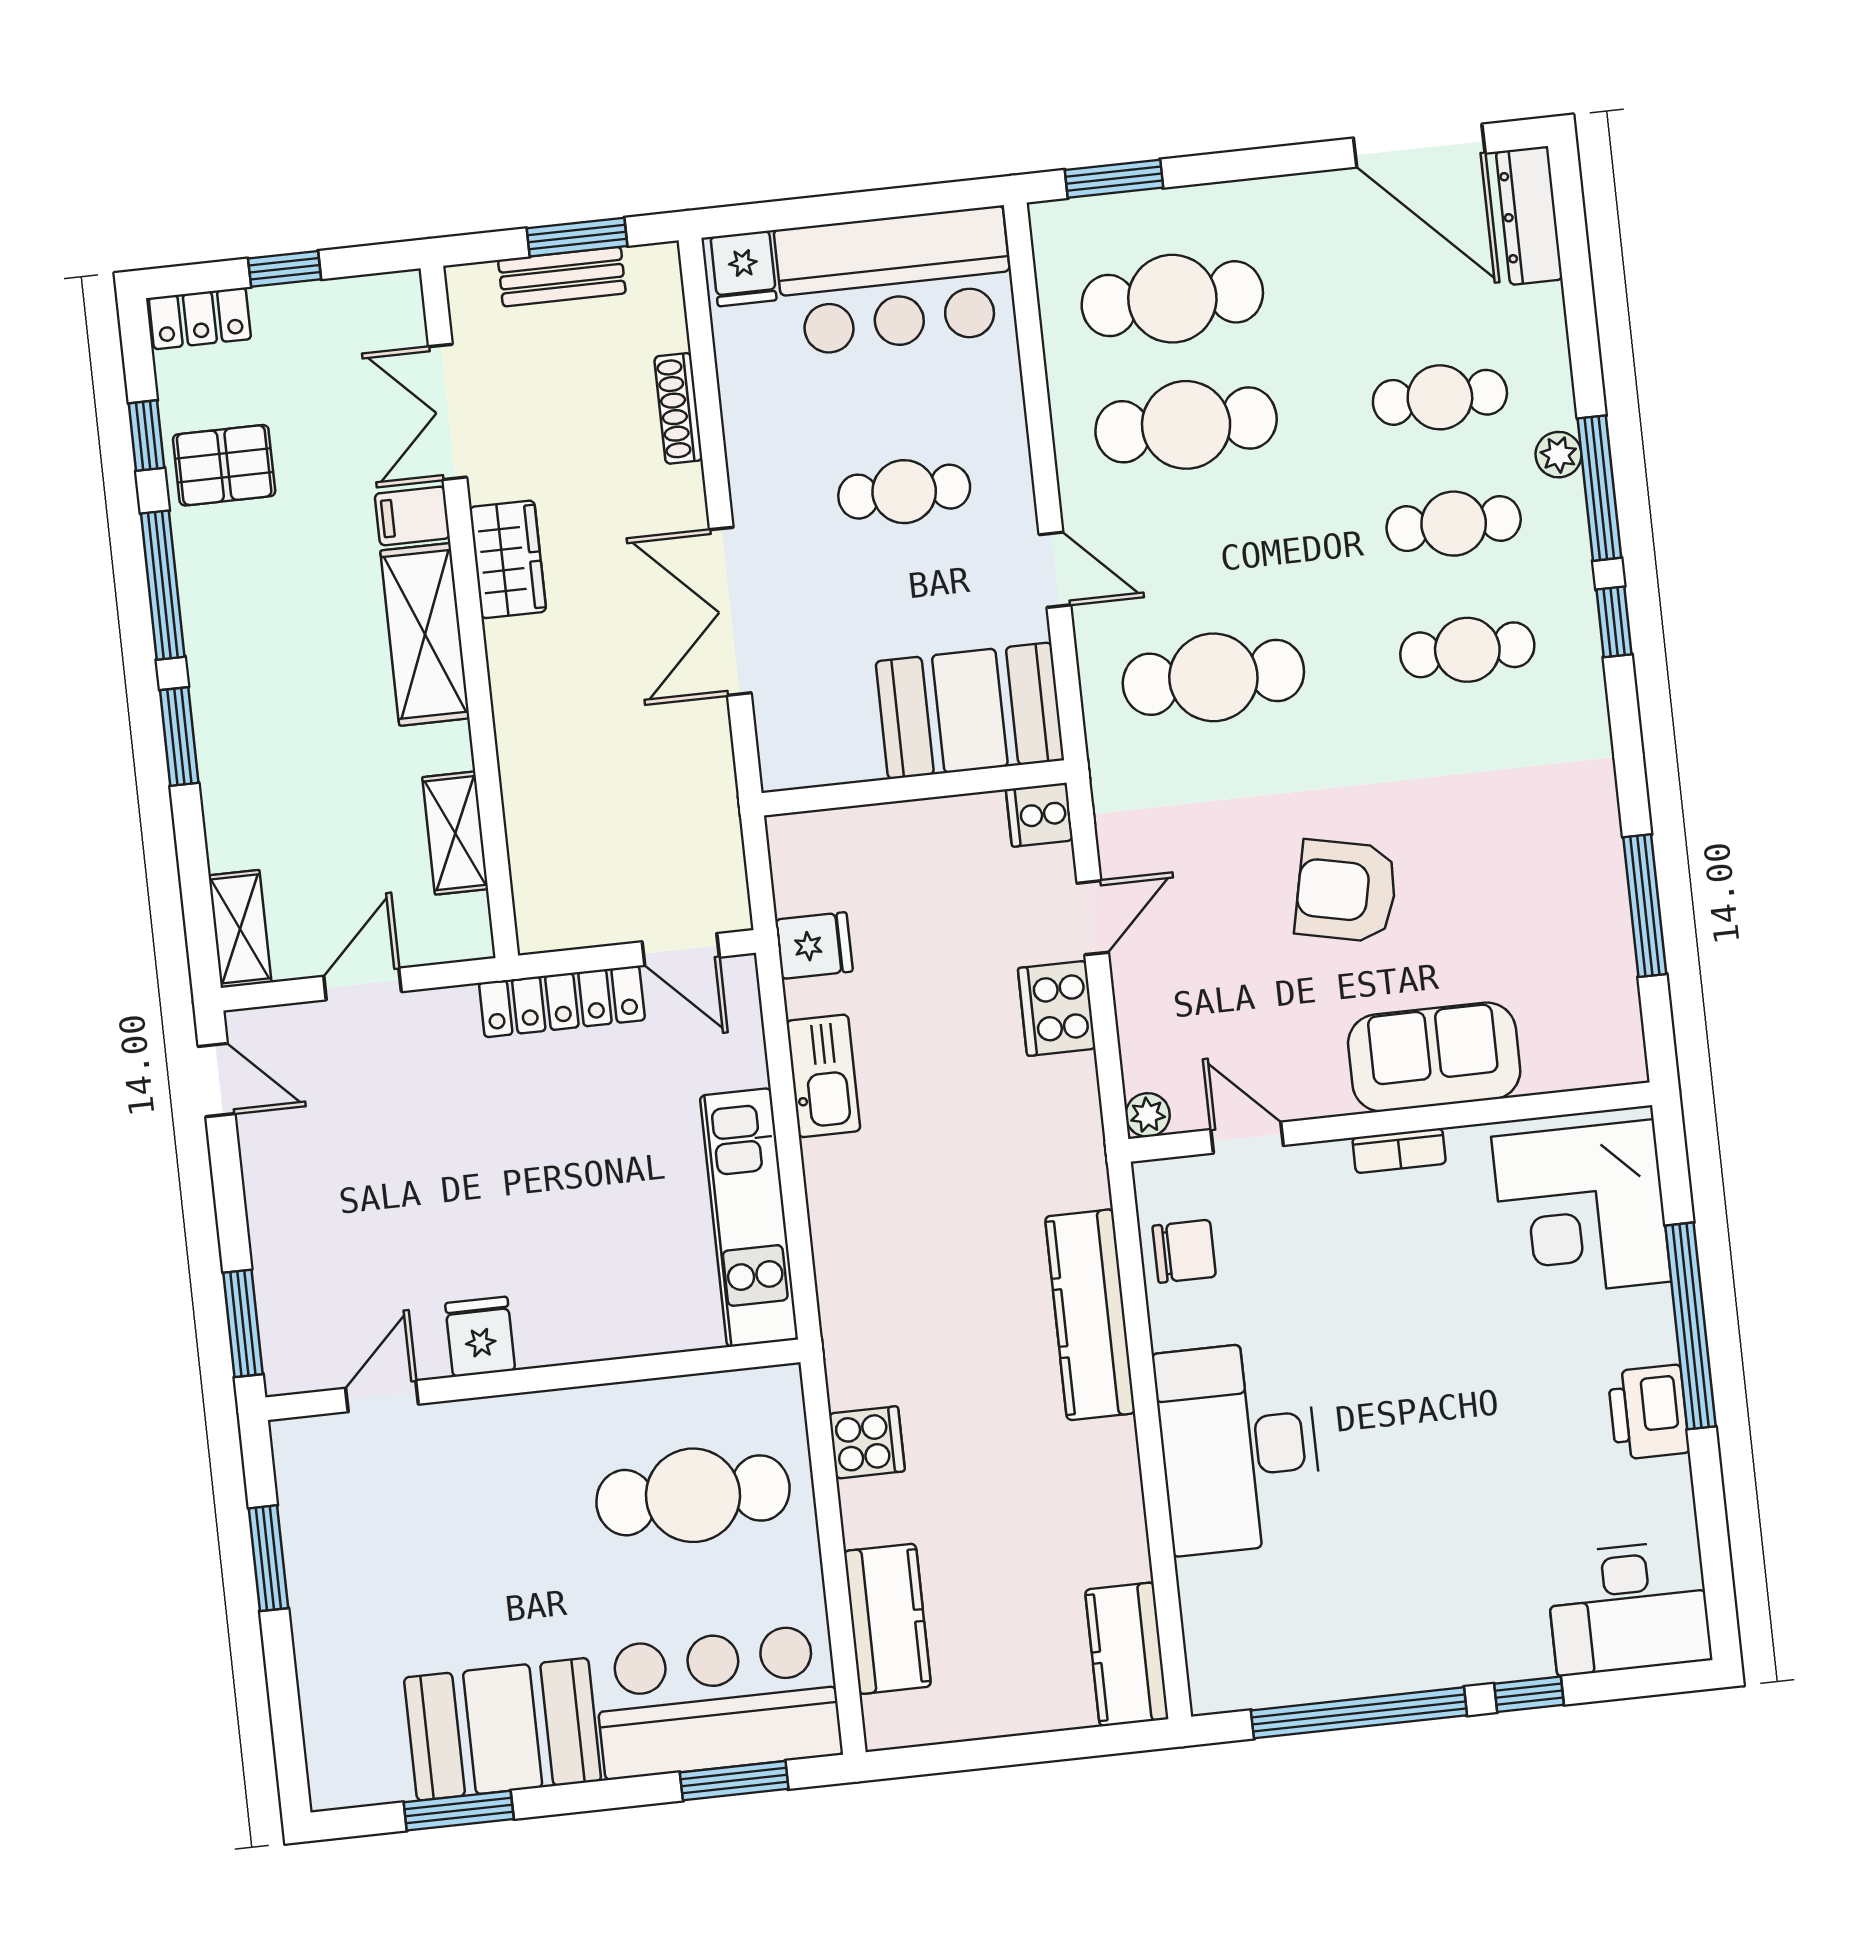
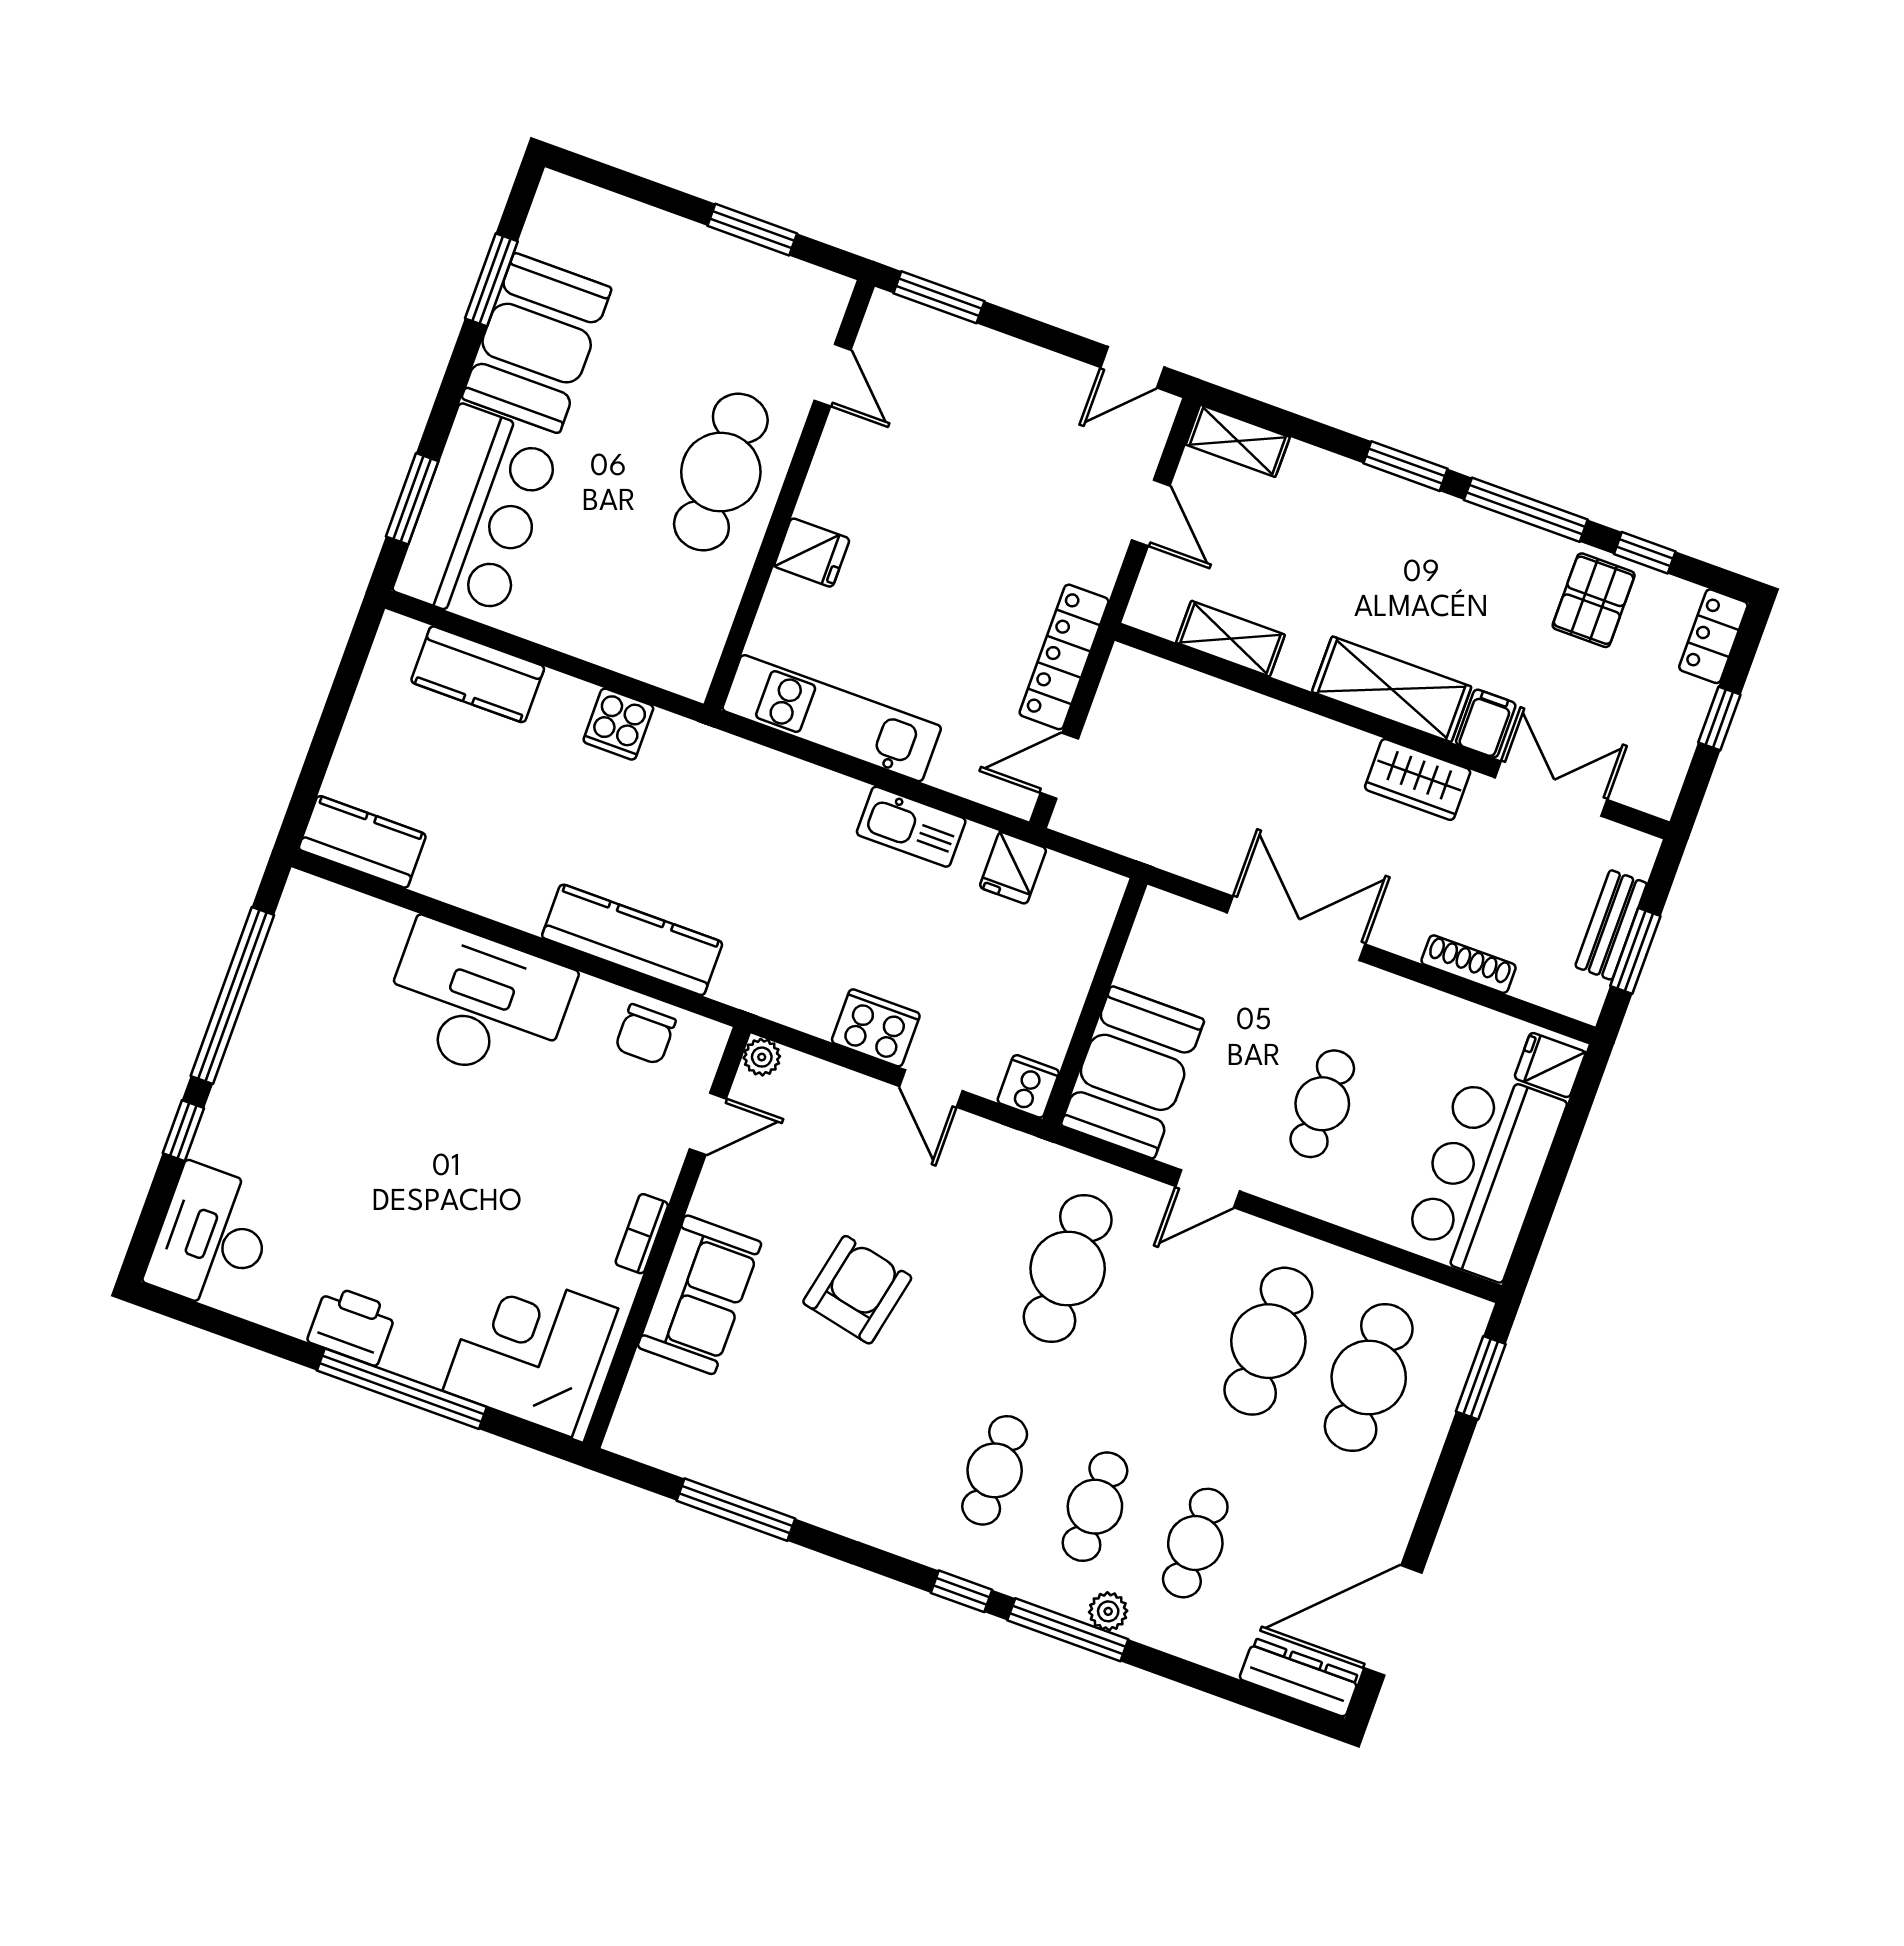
fridge: (480, 1337) -> (812, 553), moved
cafe table: (693, 1495) -> (721, 472), moved

